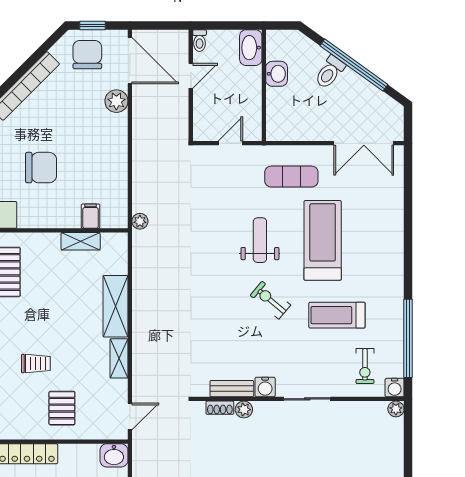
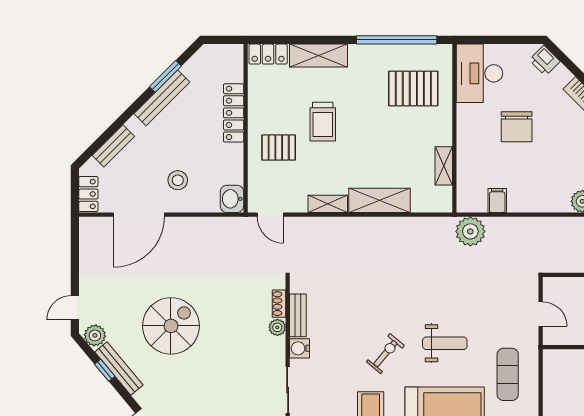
filing cabinet: (91, 216) -> (497, 200), moved, turned -90
plant: (140, 221) -> (470, 231), width x1.88, depth x1.88
trolley: (36, 364) -> (323, 122), width x1.36, depth x1.39

